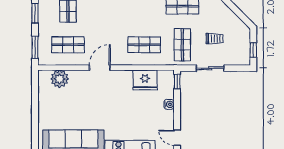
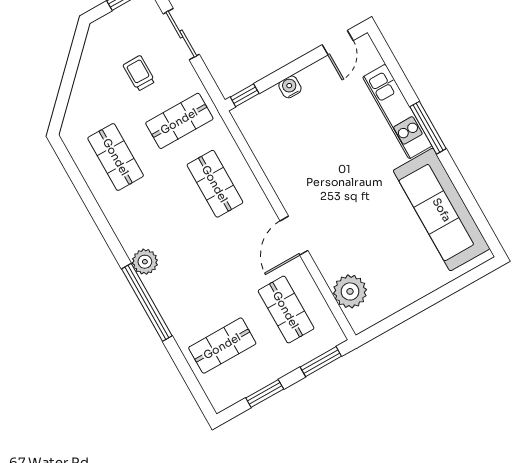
door: (100, 68) -> (294, 236), hinge flipped
sliding door: (210, 68) -> (181, 34), moved
fridge: (145, 80) -> (272, 149), removed

